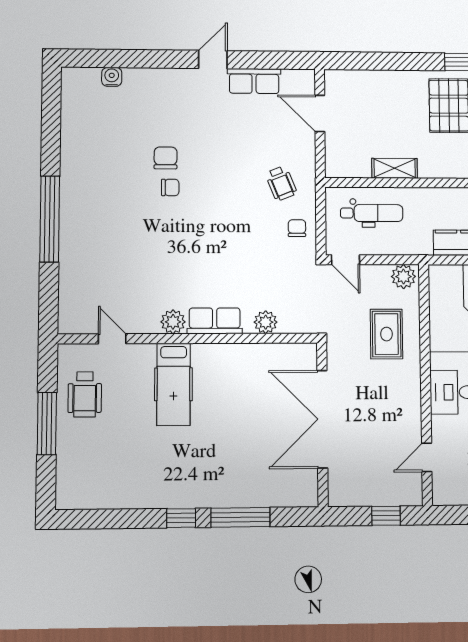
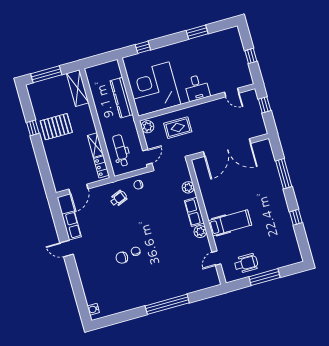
water cooler: (112, 77) -> (93, 309), moved
locker: (350, 168) -> (101, 167), added
window: (181, 518) -> (296, 217), moved

